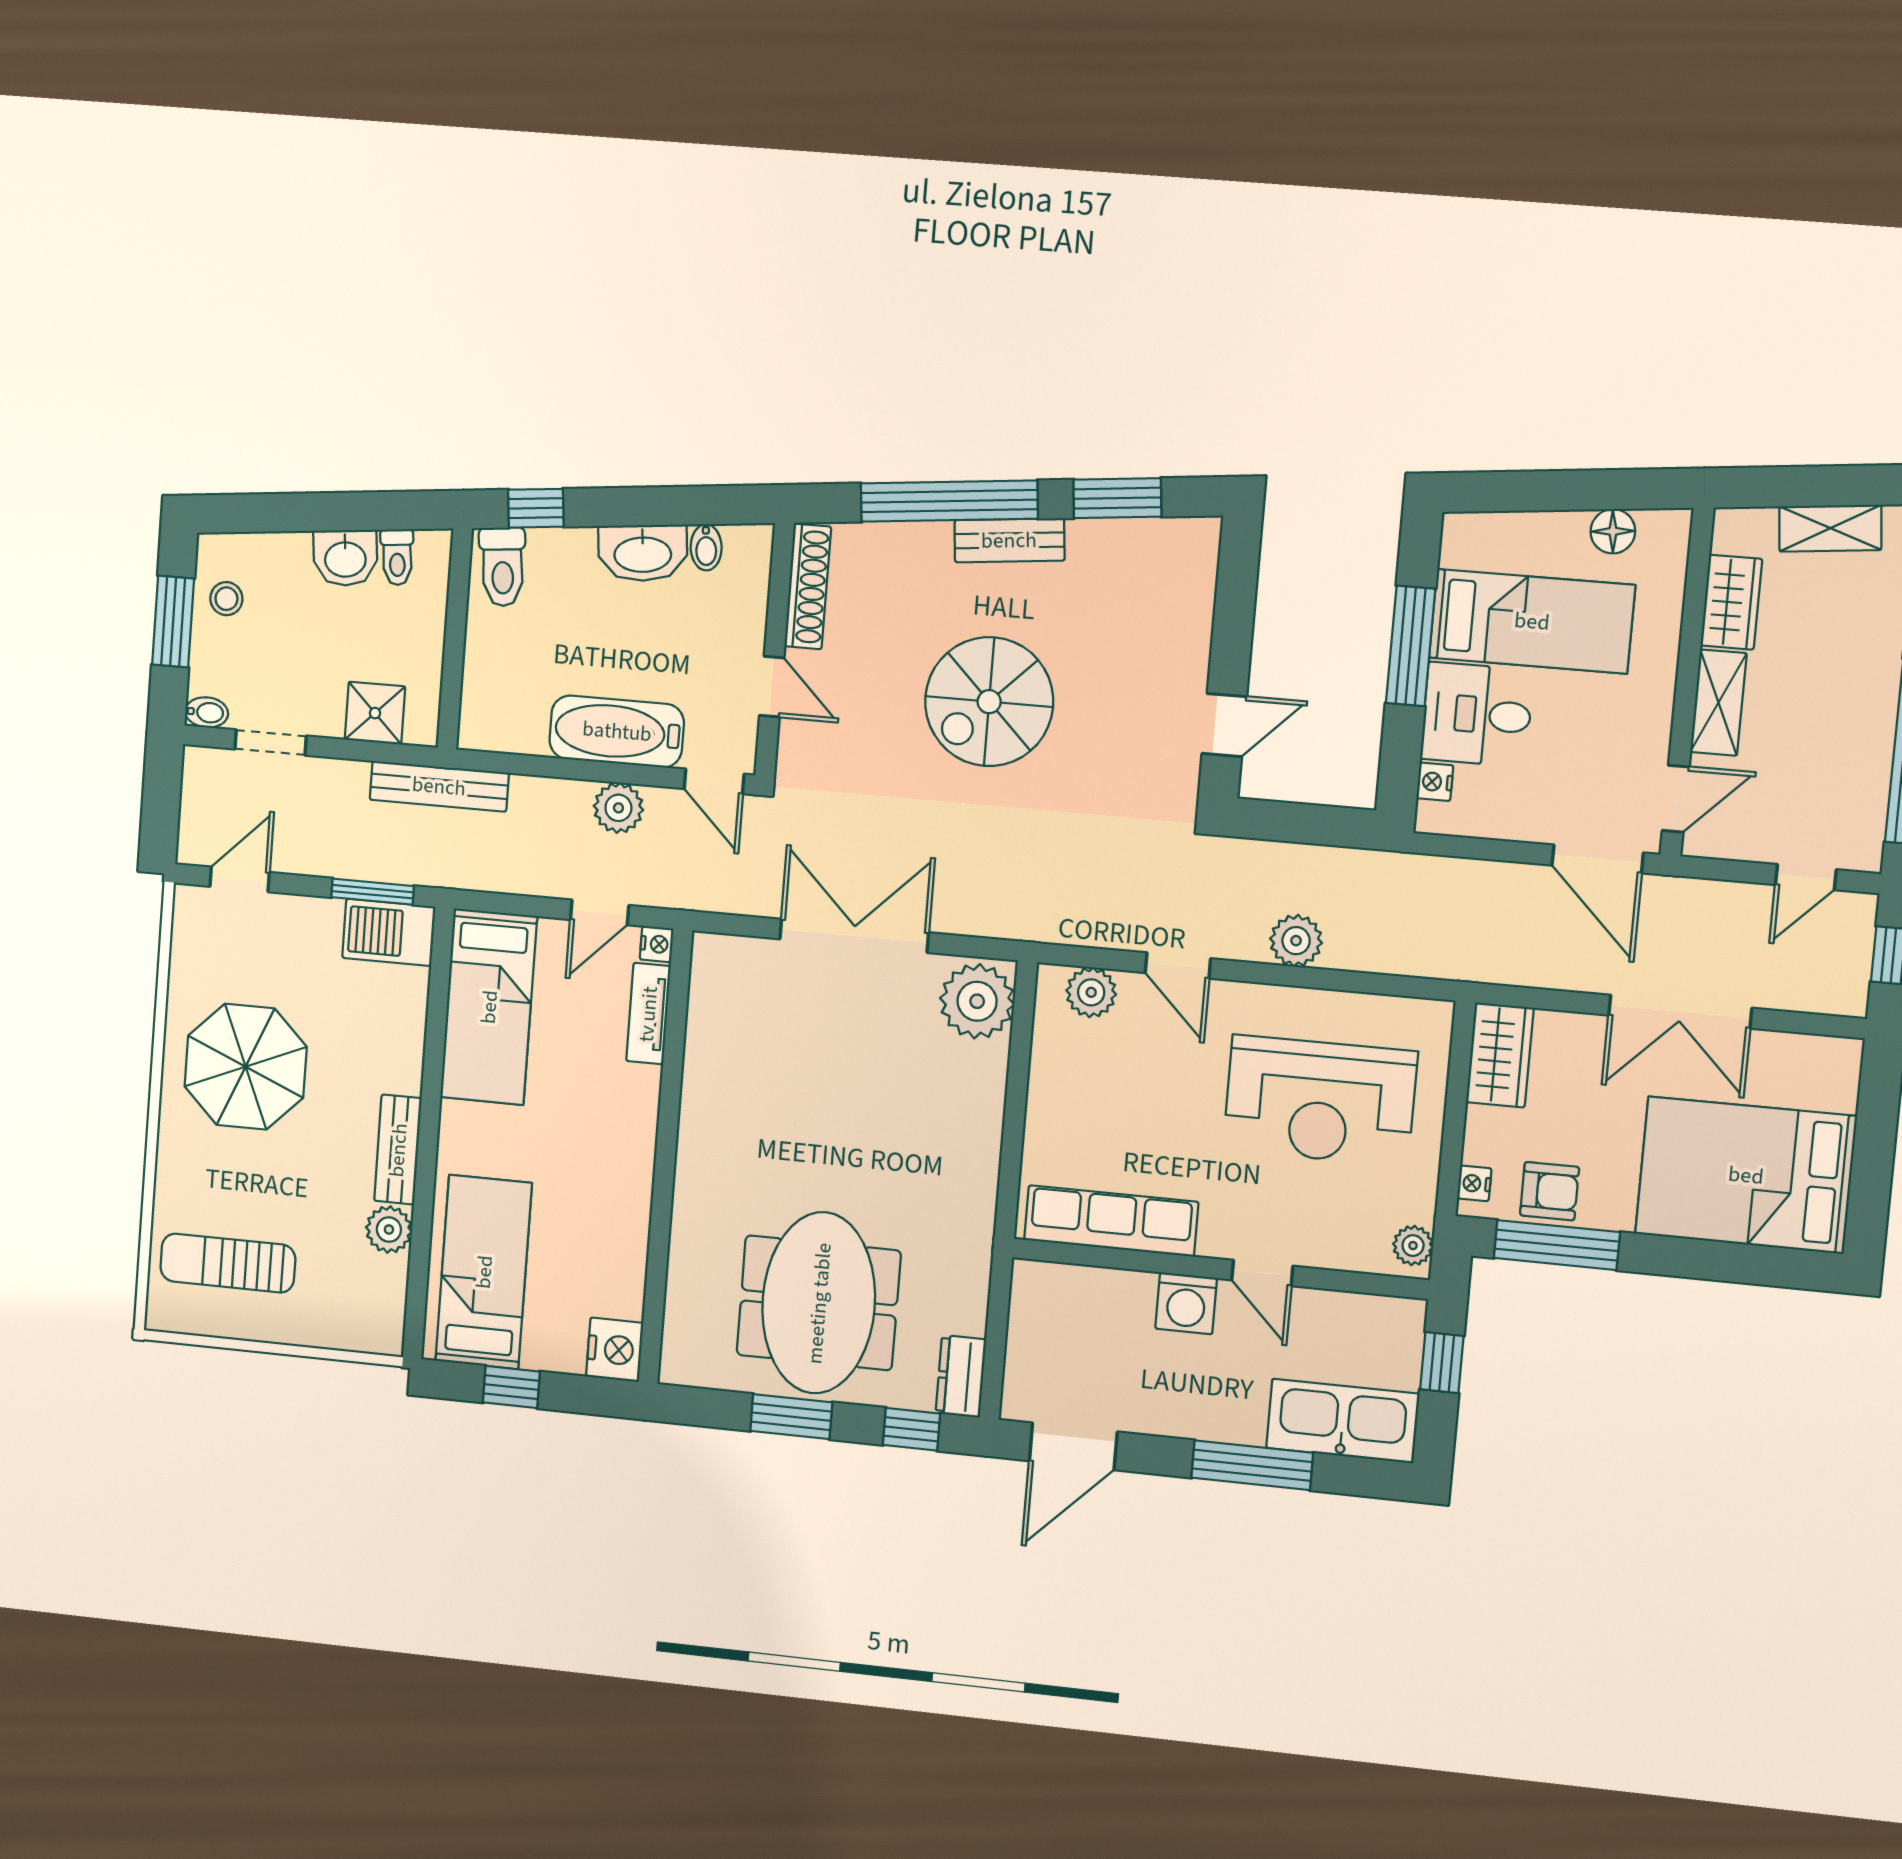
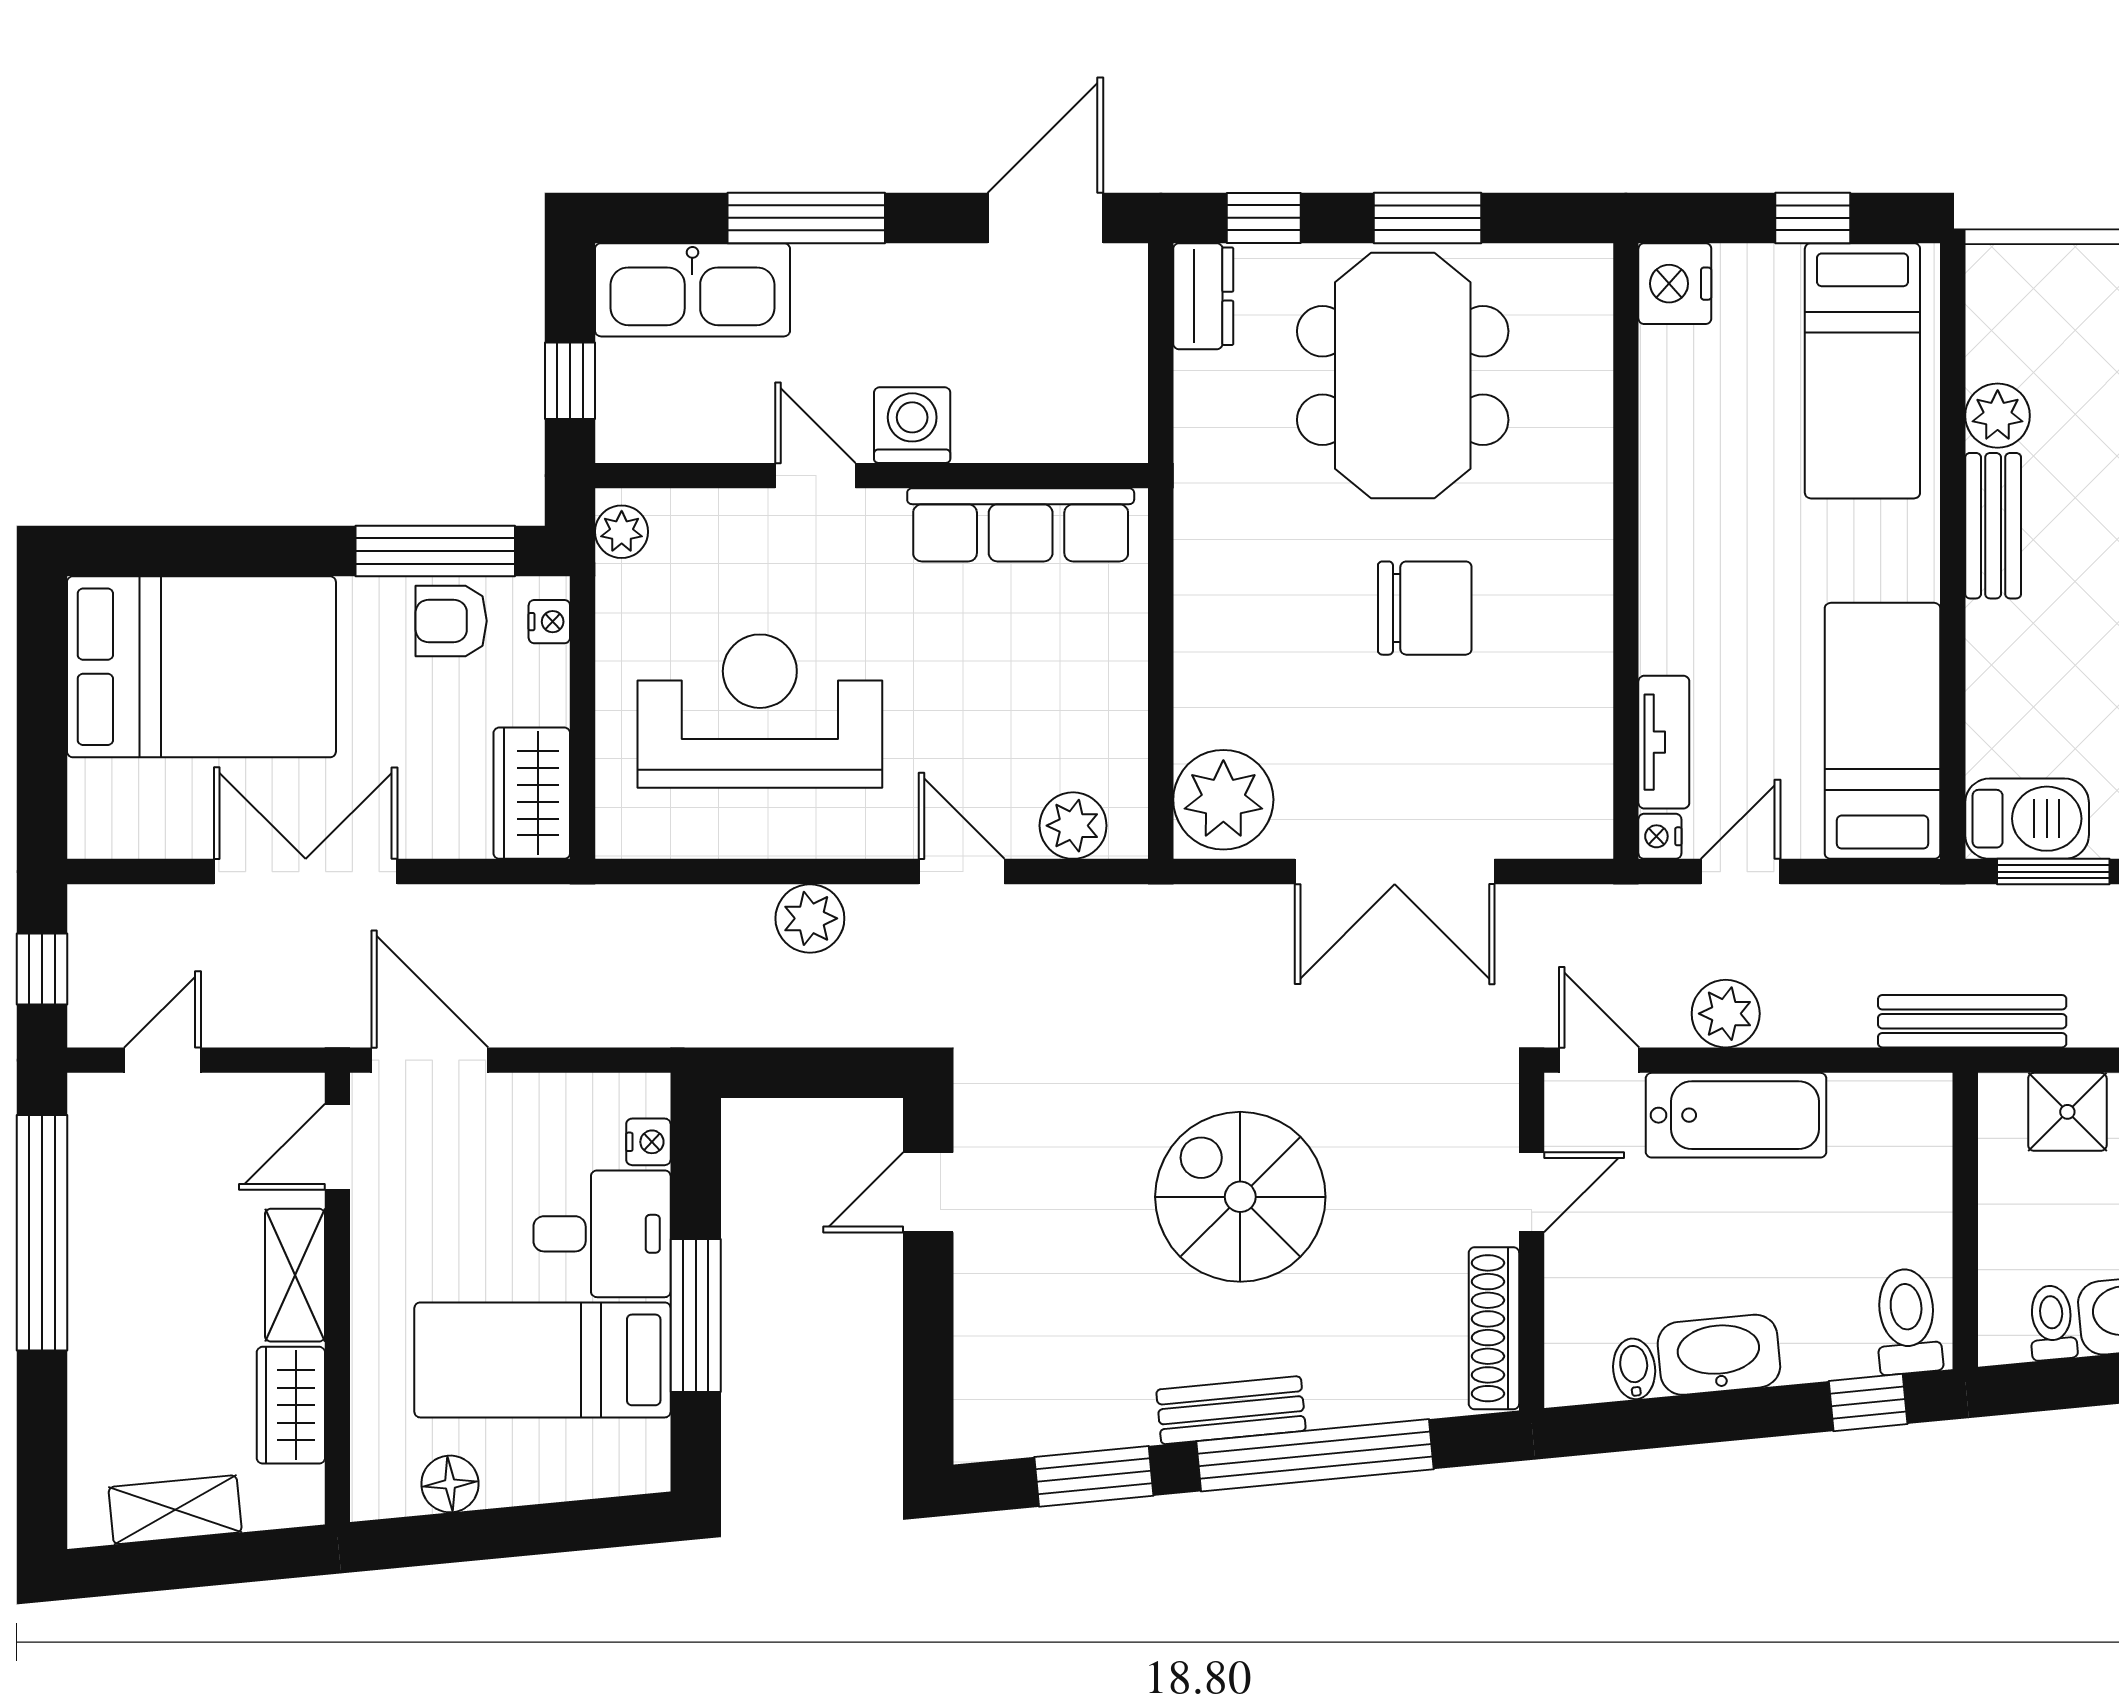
door: (772, 687) -> (1532, 1192), swing flipped
spiral stairs: (989, 702) -> (1240, 1197), turned -90
chair: (816, 1130) -> (1425, 608), added

